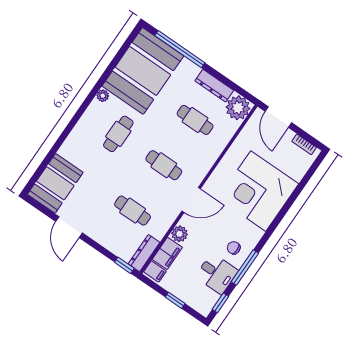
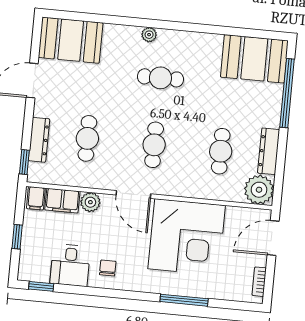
booth: (143, 71) -> (254, 59), width x0.73, depth x0.70
plant: (103, 96) -> (149, 35), moved
corner desk: (258, 191) -> (187, 237), moved, turned 180
dresser: (144, 253) -> (39, 140), moved, turned 90
window: (245, 267) -> (184, 300), moved

